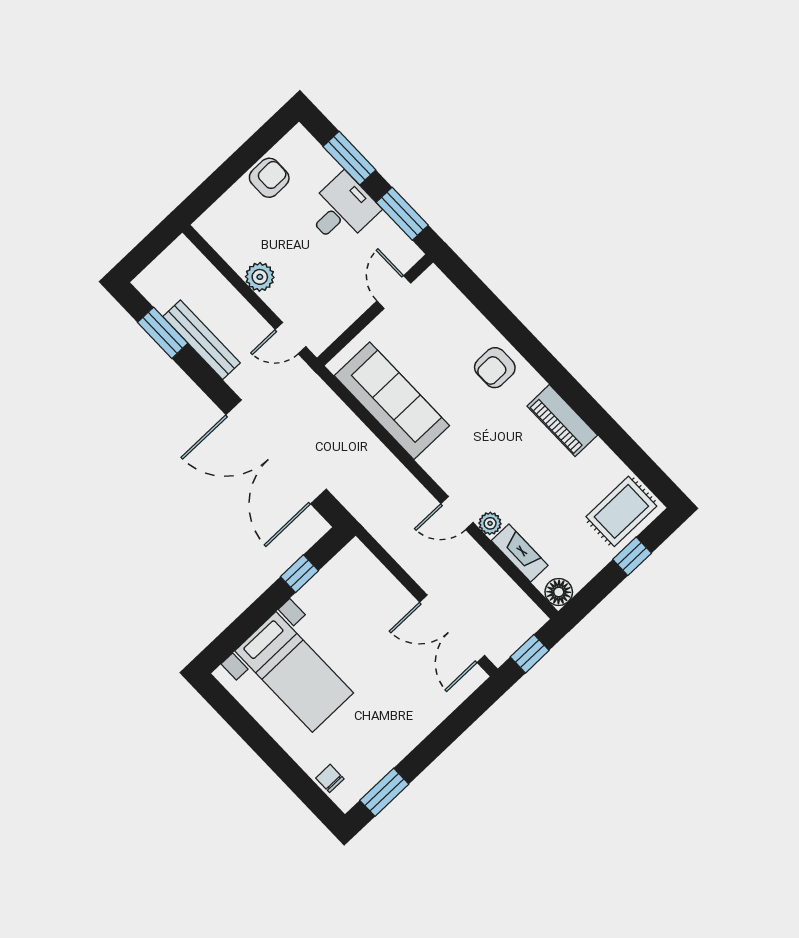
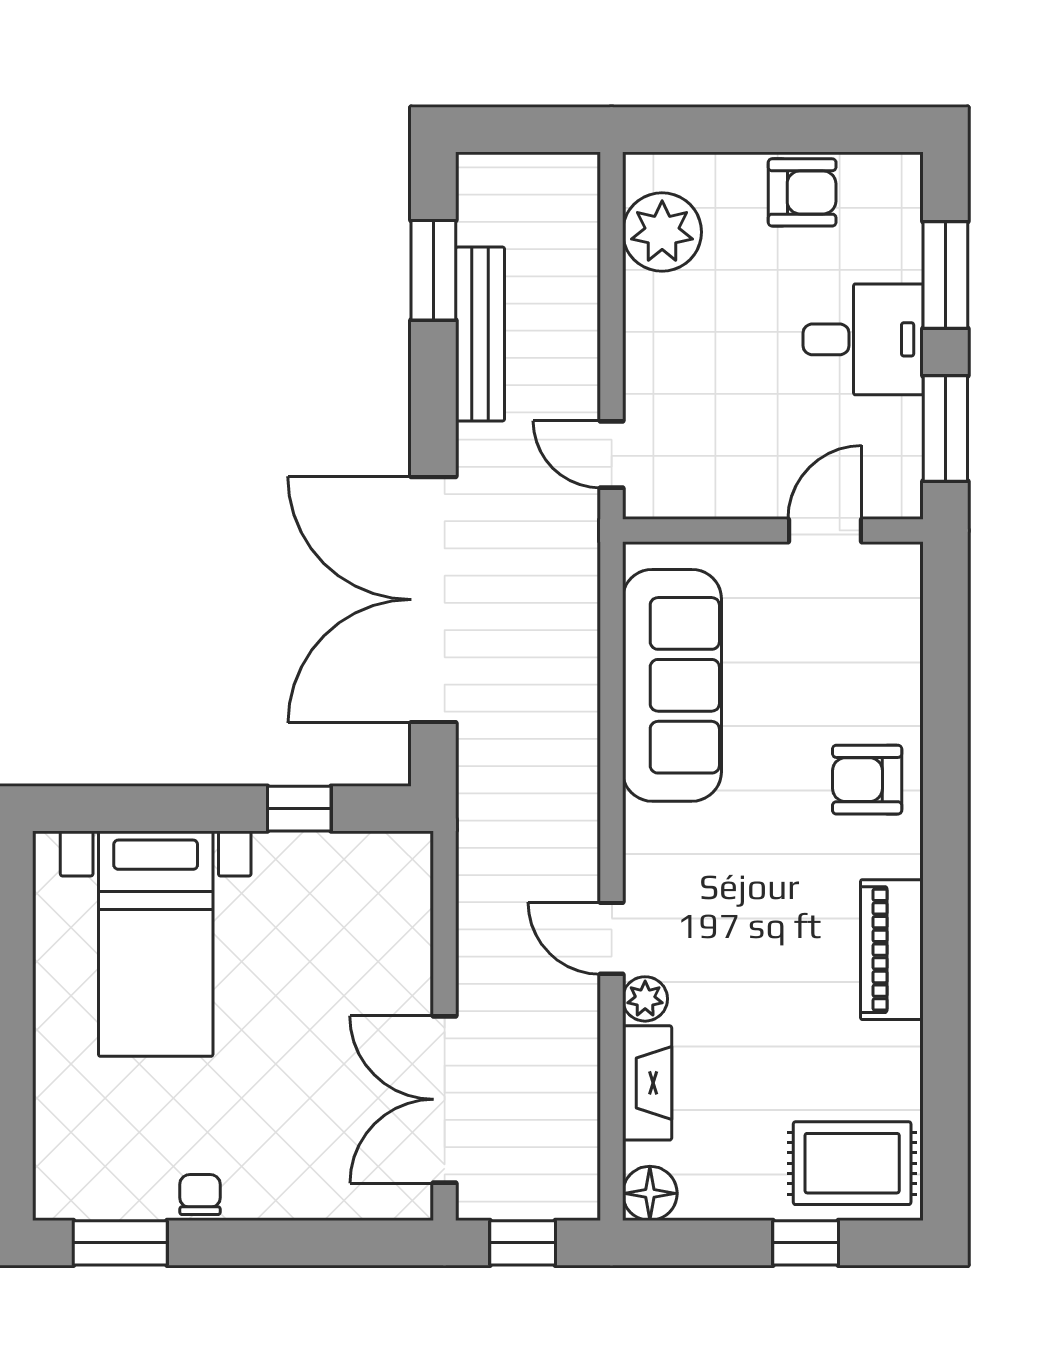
plant: (260, 277) -> (662, 232), moved, width x1.36, depth x1.36
chair: (330, 778) -> (200, 1195), moved

